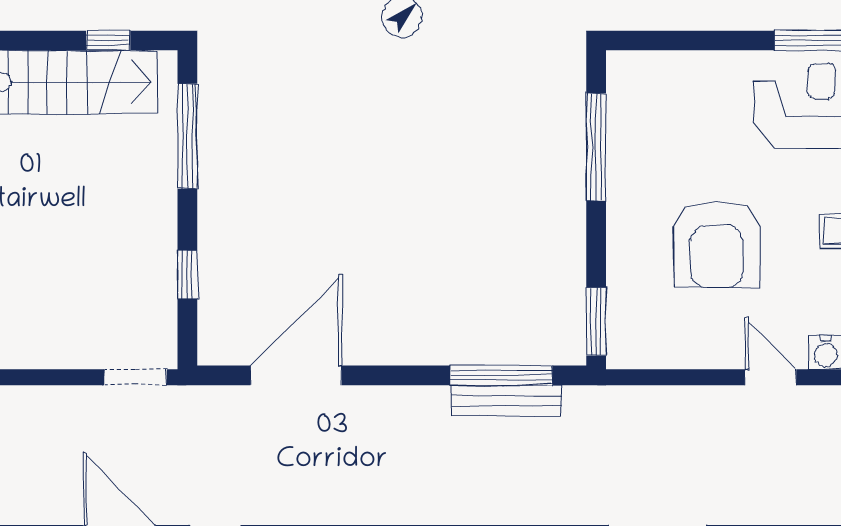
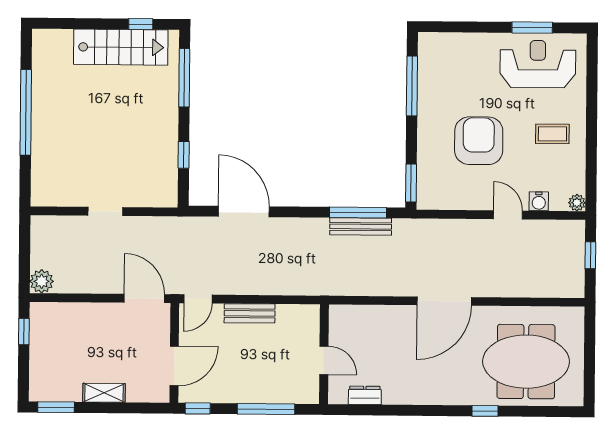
armchair: (717, 244) -> (479, 141), turned 180
door: (296, 375) -> (244, 212), hinge flipped
doorway: (136, 377) -> (105, 211), moved

